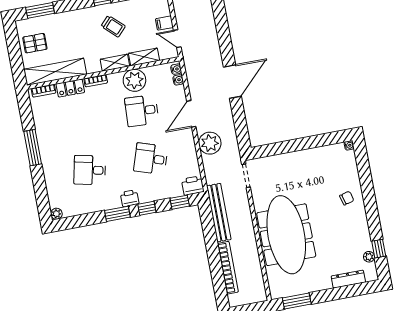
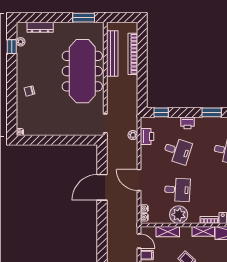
shelving: (115, 63) -> (203, 231), moved
door: (232, 82) -> (102, 187), moved
door: (191, 114) -> (139, 180), swing flipped
plant: (210, 143) -> (133, 135), moved, width x0.53, depth x0.53
printer: (193, 185) -> (147, 137), moved, turned -90
printer: (130, 198) -> (187, 123), moved
window: (147, 208) -> (188, 112), removed
bench: (219, 213) -> (112, 54), moved

